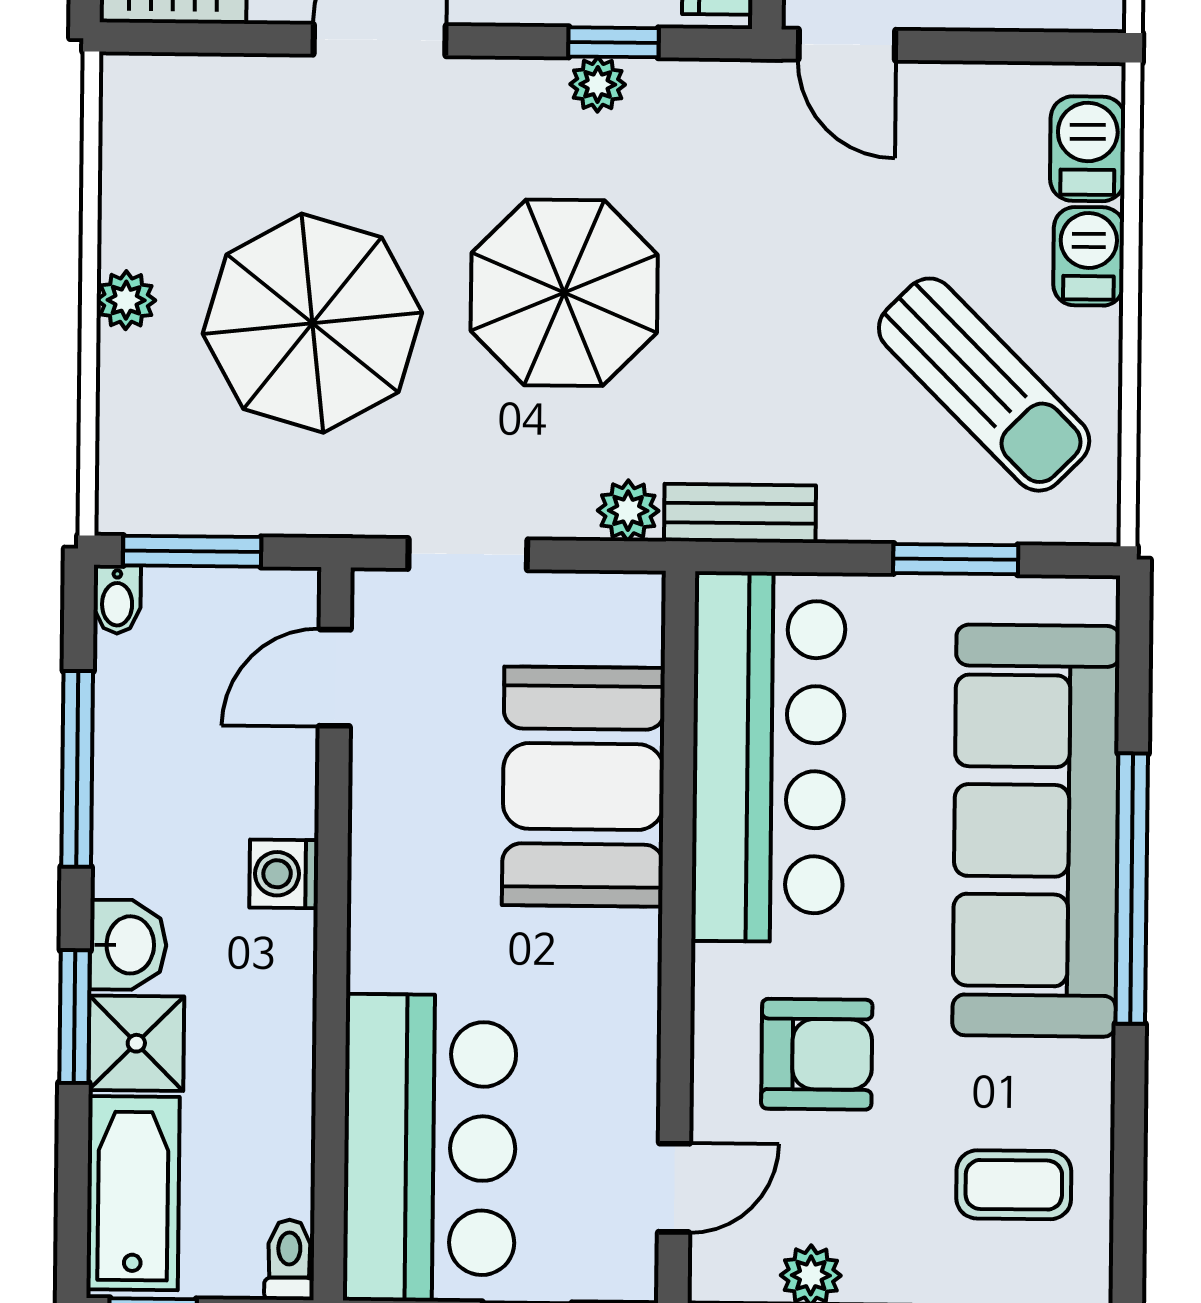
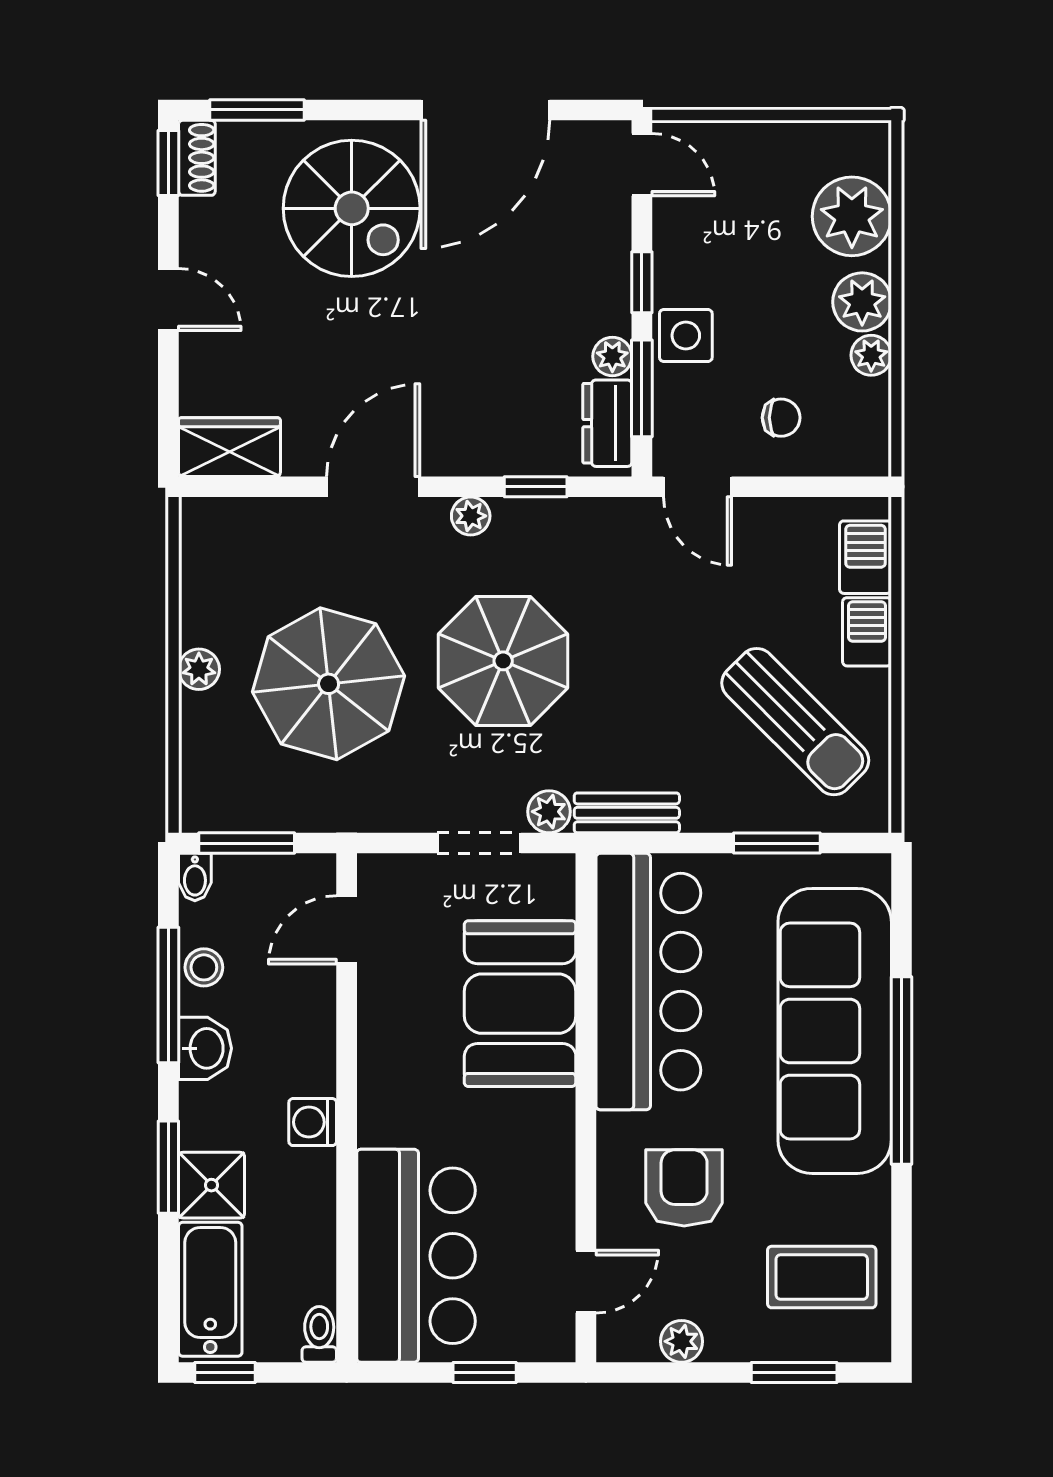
plant: (598, 84) -> (471, 516), moved
doorway: (468, 554) -> (479, 843), moved
stool: (129, 730) -> (204, 967), added
washing machine: (284, 874) -> (313, 1122), moved
washbasin: (128, 945) -> (205, 1048), moved
armchair: (817, 1054) -> (684, 1188), turned -90
coffee table: (1014, 1185) -> (822, 1277), width x1.36, depth x1.30

